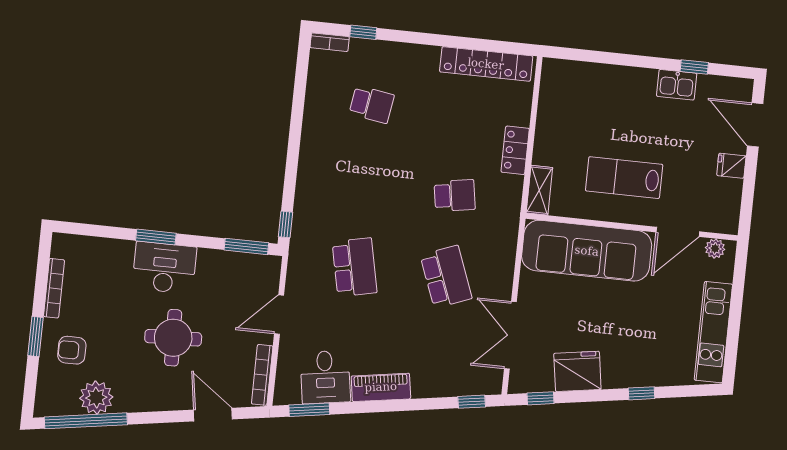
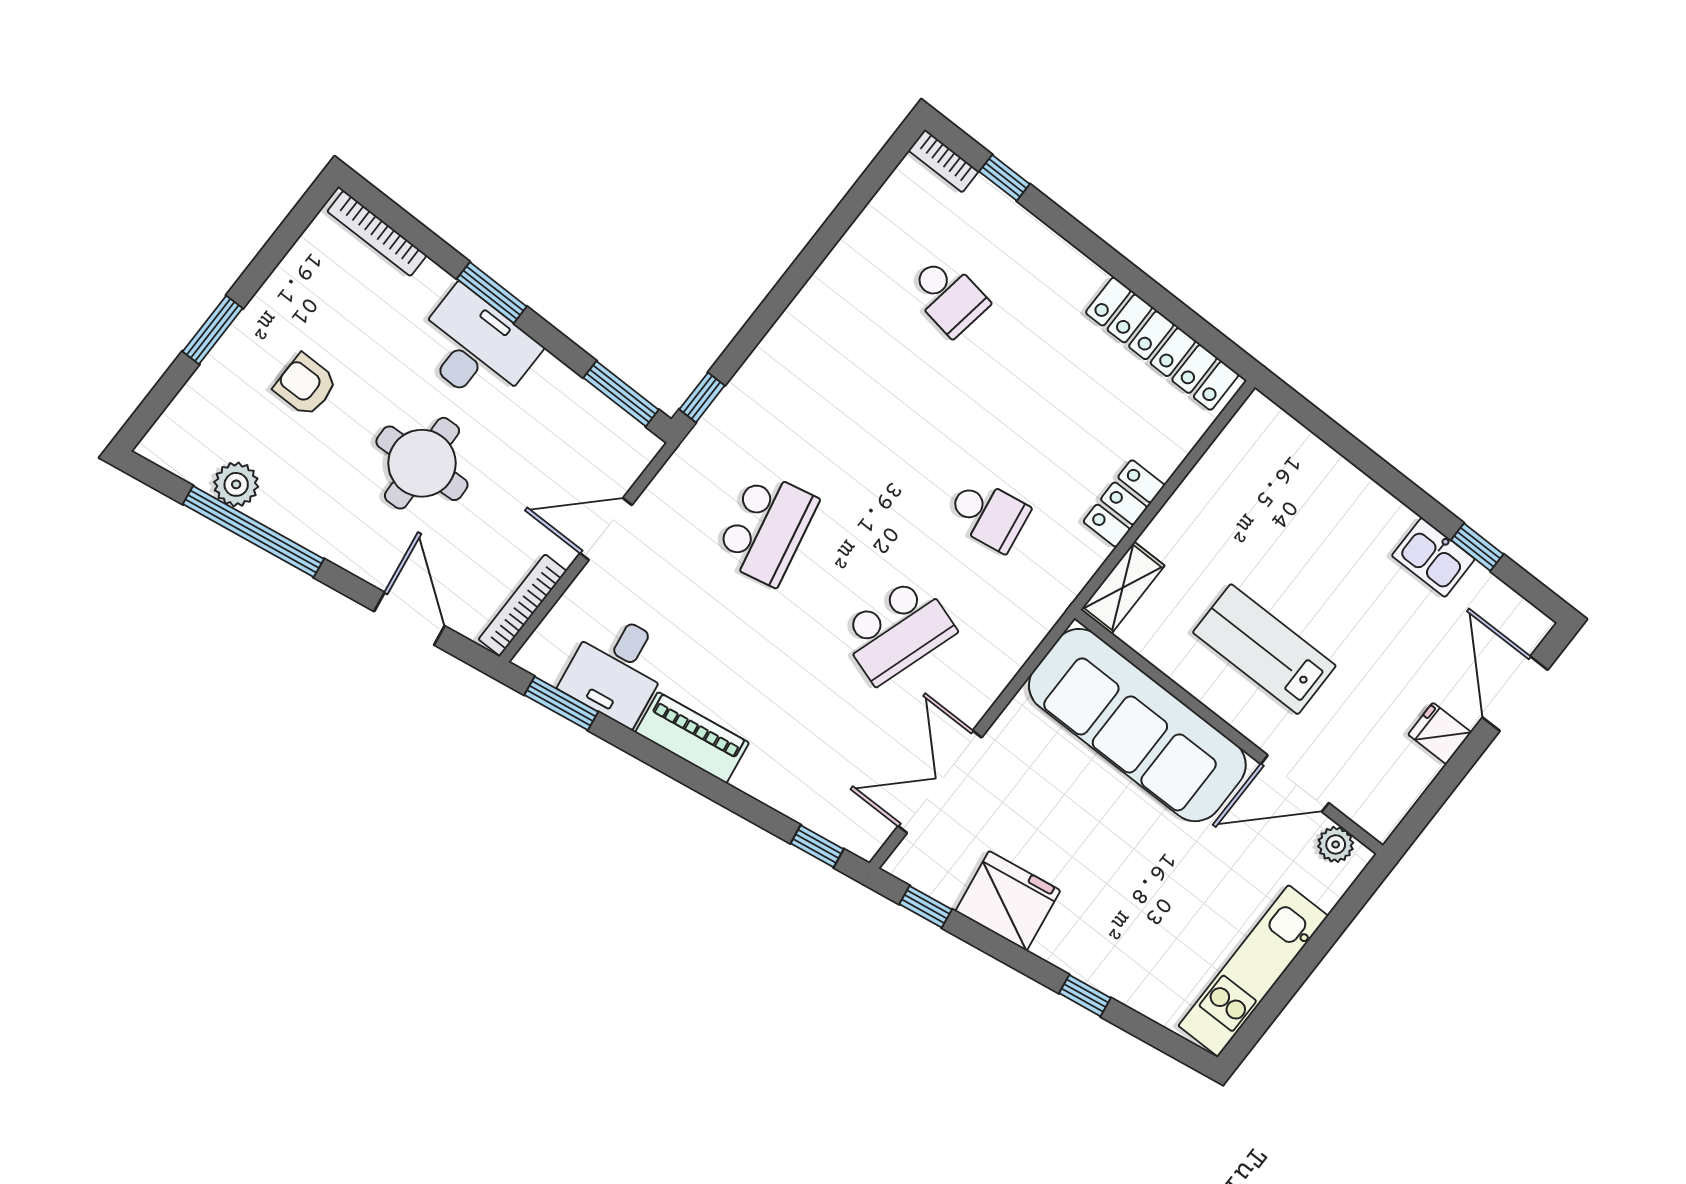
school desk: (446, 277) -> (897, 631), turned 39
bookcase: (54, 288) -> (377, 233), moved, turned 90
armchair: (72, 350) -> (305, 385), moved
plant: (96, 398) -> (236, 484), width x0.73, depth x0.73
window: (86, 421) -> (253, 532), moved

